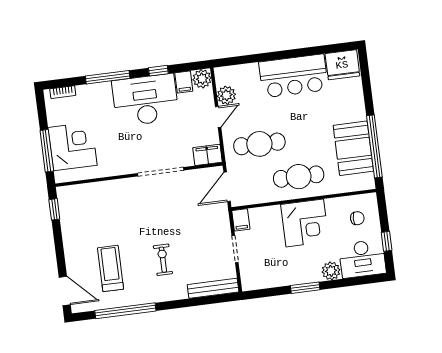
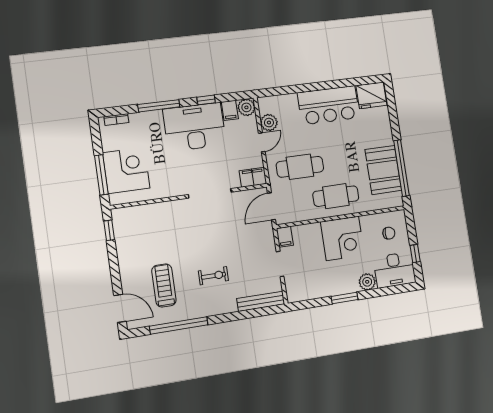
exercise bike: (163, 260) -> (213, 276), turned 90

